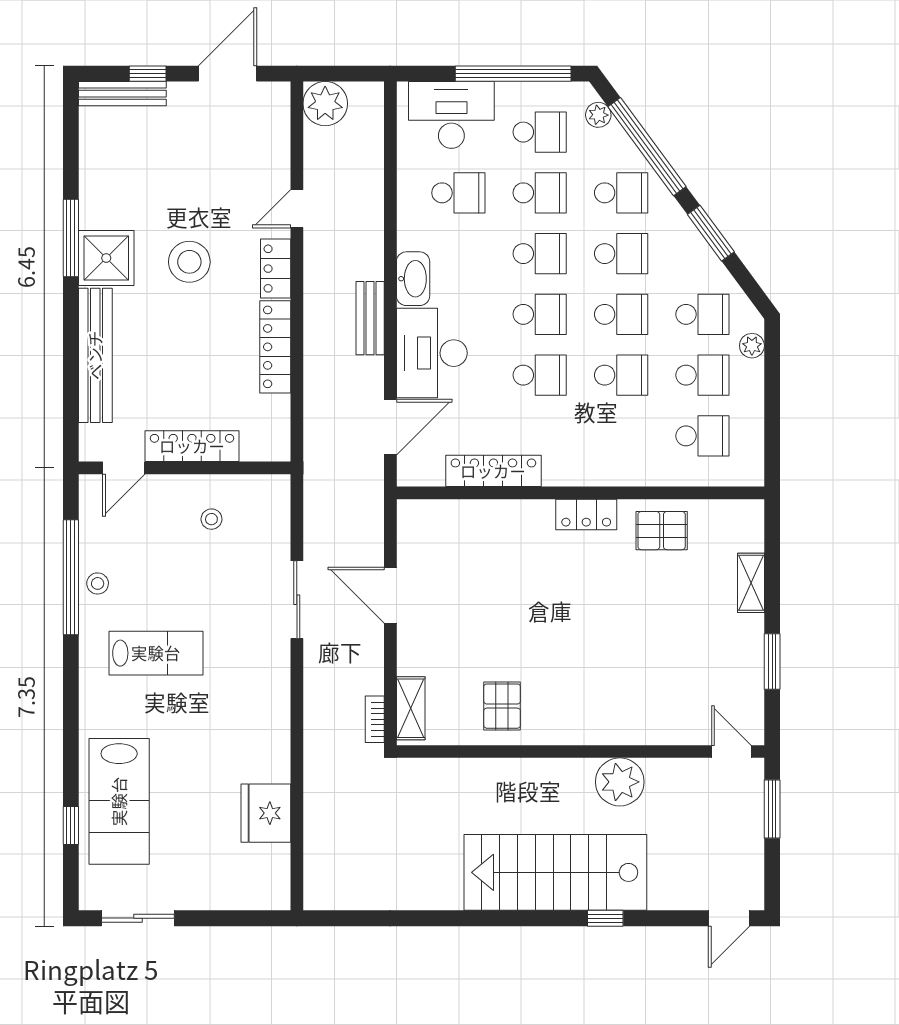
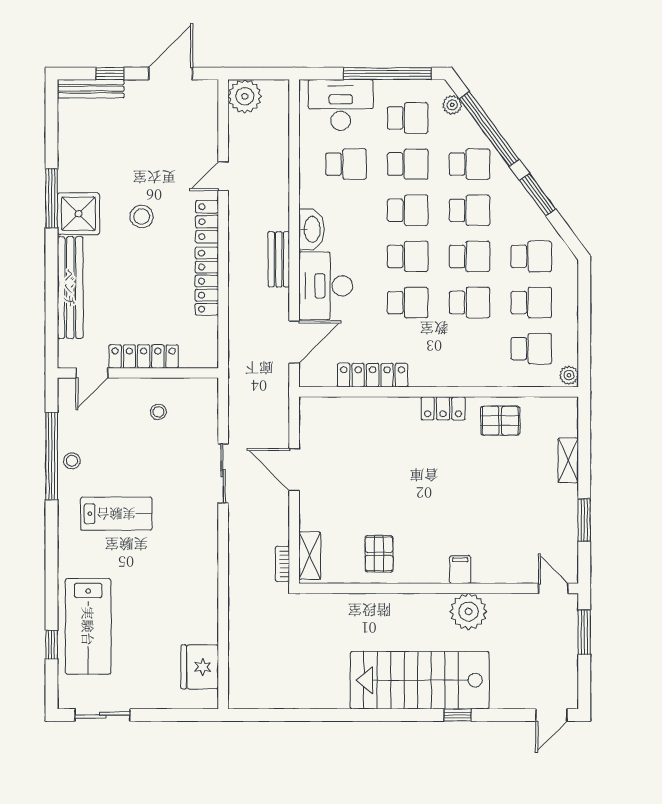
stool: (189, 262) -> (142, 217), width x0.73, depth x0.73
plant: (752, 346) -> (569, 375), moved
filing cabinet: (609, 727) -> (460, 570), added
fridge: (266, 813) -> (200, 667), moved

